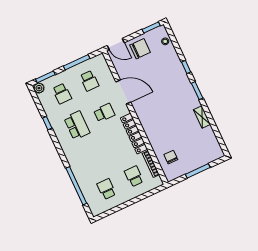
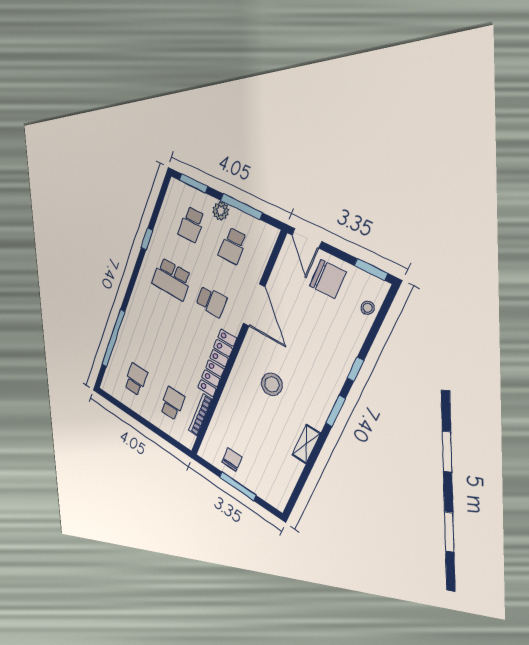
plant: (39, 88) -> (221, 211), moved
stool: (164, 112) -> (272, 384), added
school desk: (77, 125) -> (172, 279), turned 90
chair: (171, 157) -> (232, 459), moved

